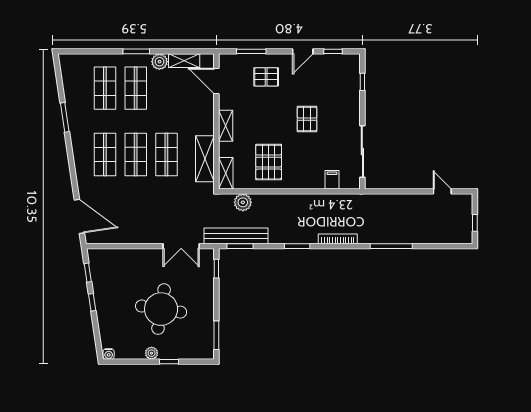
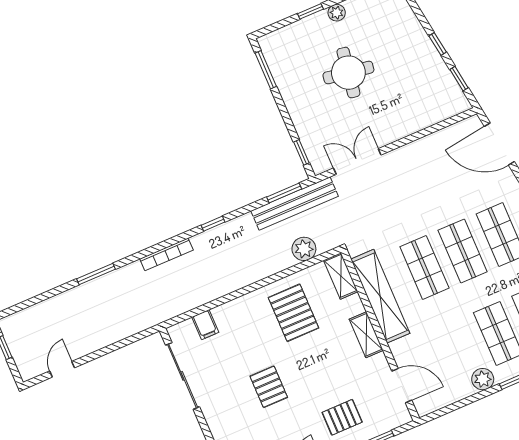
shelving: (184, 61) -> (453, 394), removed
shelving: (205, 159) -> (380, 296), width x1.47
door: (442, 191) -> (62, 369), swing flipped
window: (297, 246) -> (213, 224), width x0.67
window: (391, 246) -> (96, 274), width x0.69
round table: (161, 309) -> (348, 73), width x0.73, depth x0.73

